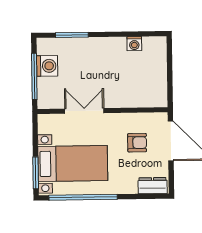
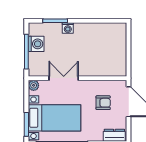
washing machine: (134, 44) -> (68, 28), moved
plant: (45, 121) -> (34, 85), added

